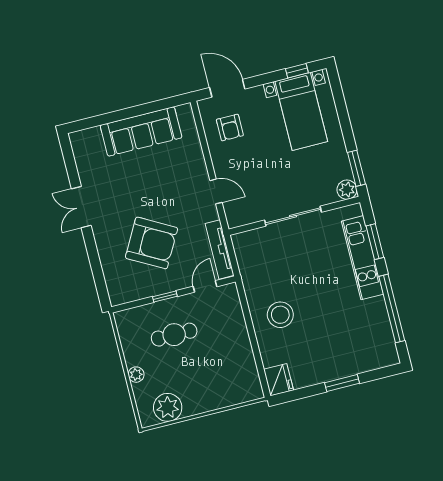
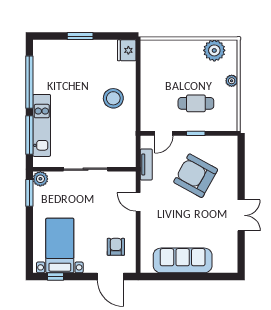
window: (375, 242) -> (29, 135), width x1.44
tv unit: (220, 249) -> (146, 165), width x0.71

